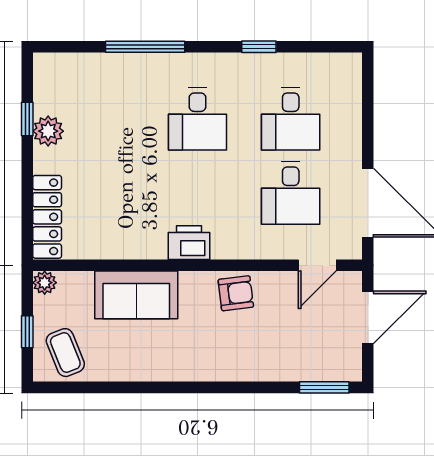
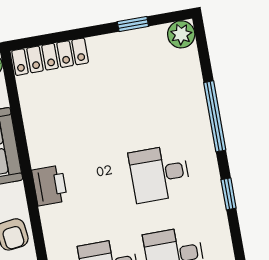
window: (259, 47) -> (229, 194), moved
plant: (48, 131) -> (181, 34), moved

